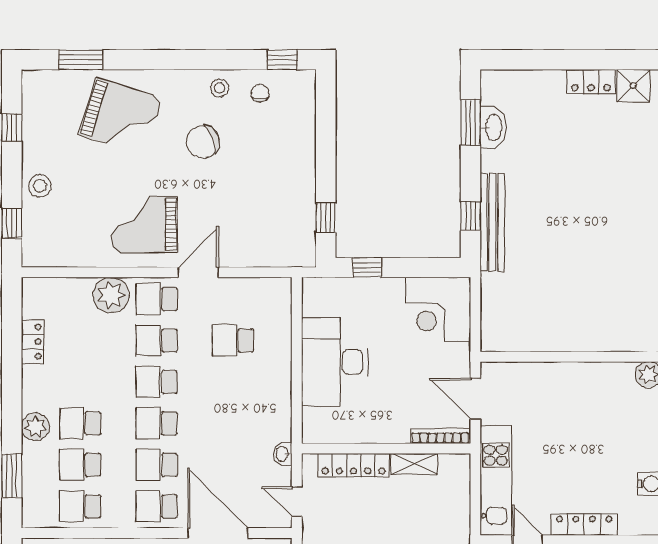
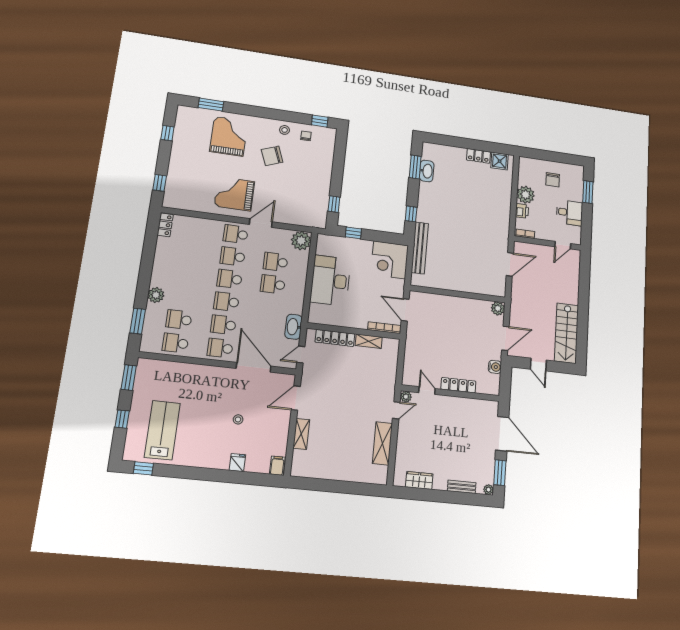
grand piano: (121, 116) -> (229, 136), turned -107
stool: (40, 186) -> (179, 166), removed
bench: (492, 222) -> (420, 248), moved
plant: (111, 295) -> (301, 241), moved
locker: (33, 342) -> (165, 225), moved
school desk: (80, 423) -> (273, 284), moved
washbasin: (283, 454) -> (294, 327), width x1.91, depth x1.45
kitchen unit: (496, 481) -> (412, 356), removed
door: (297, 502) -> (301, 355), hinge flipped

